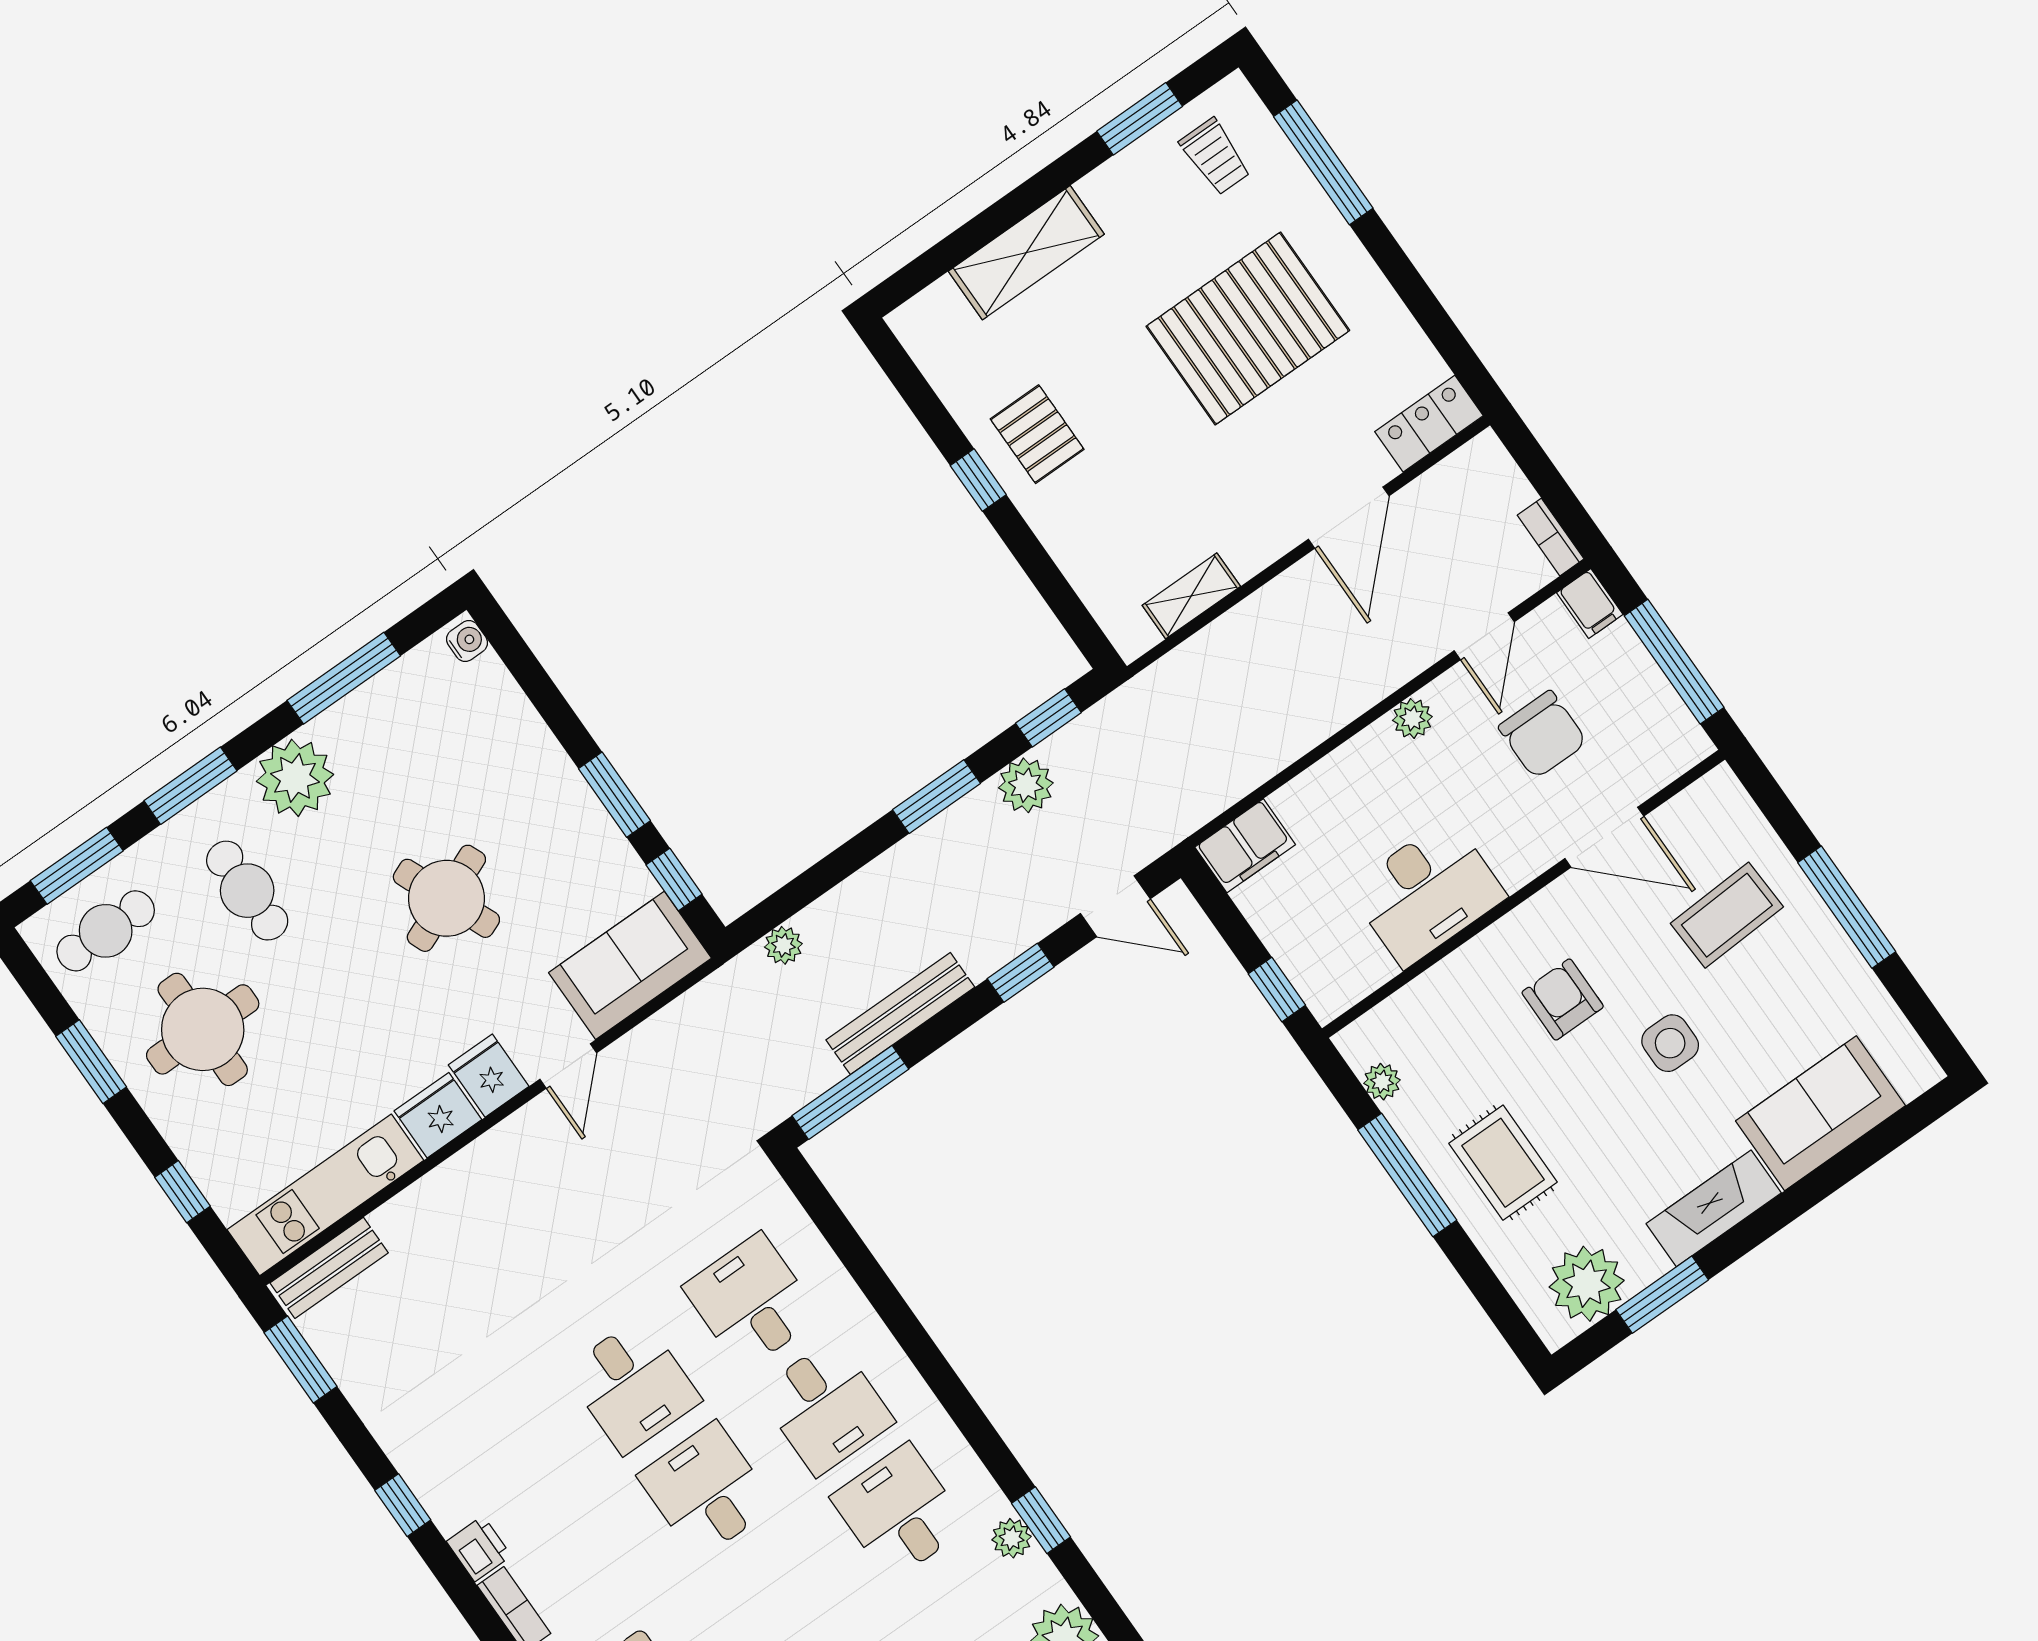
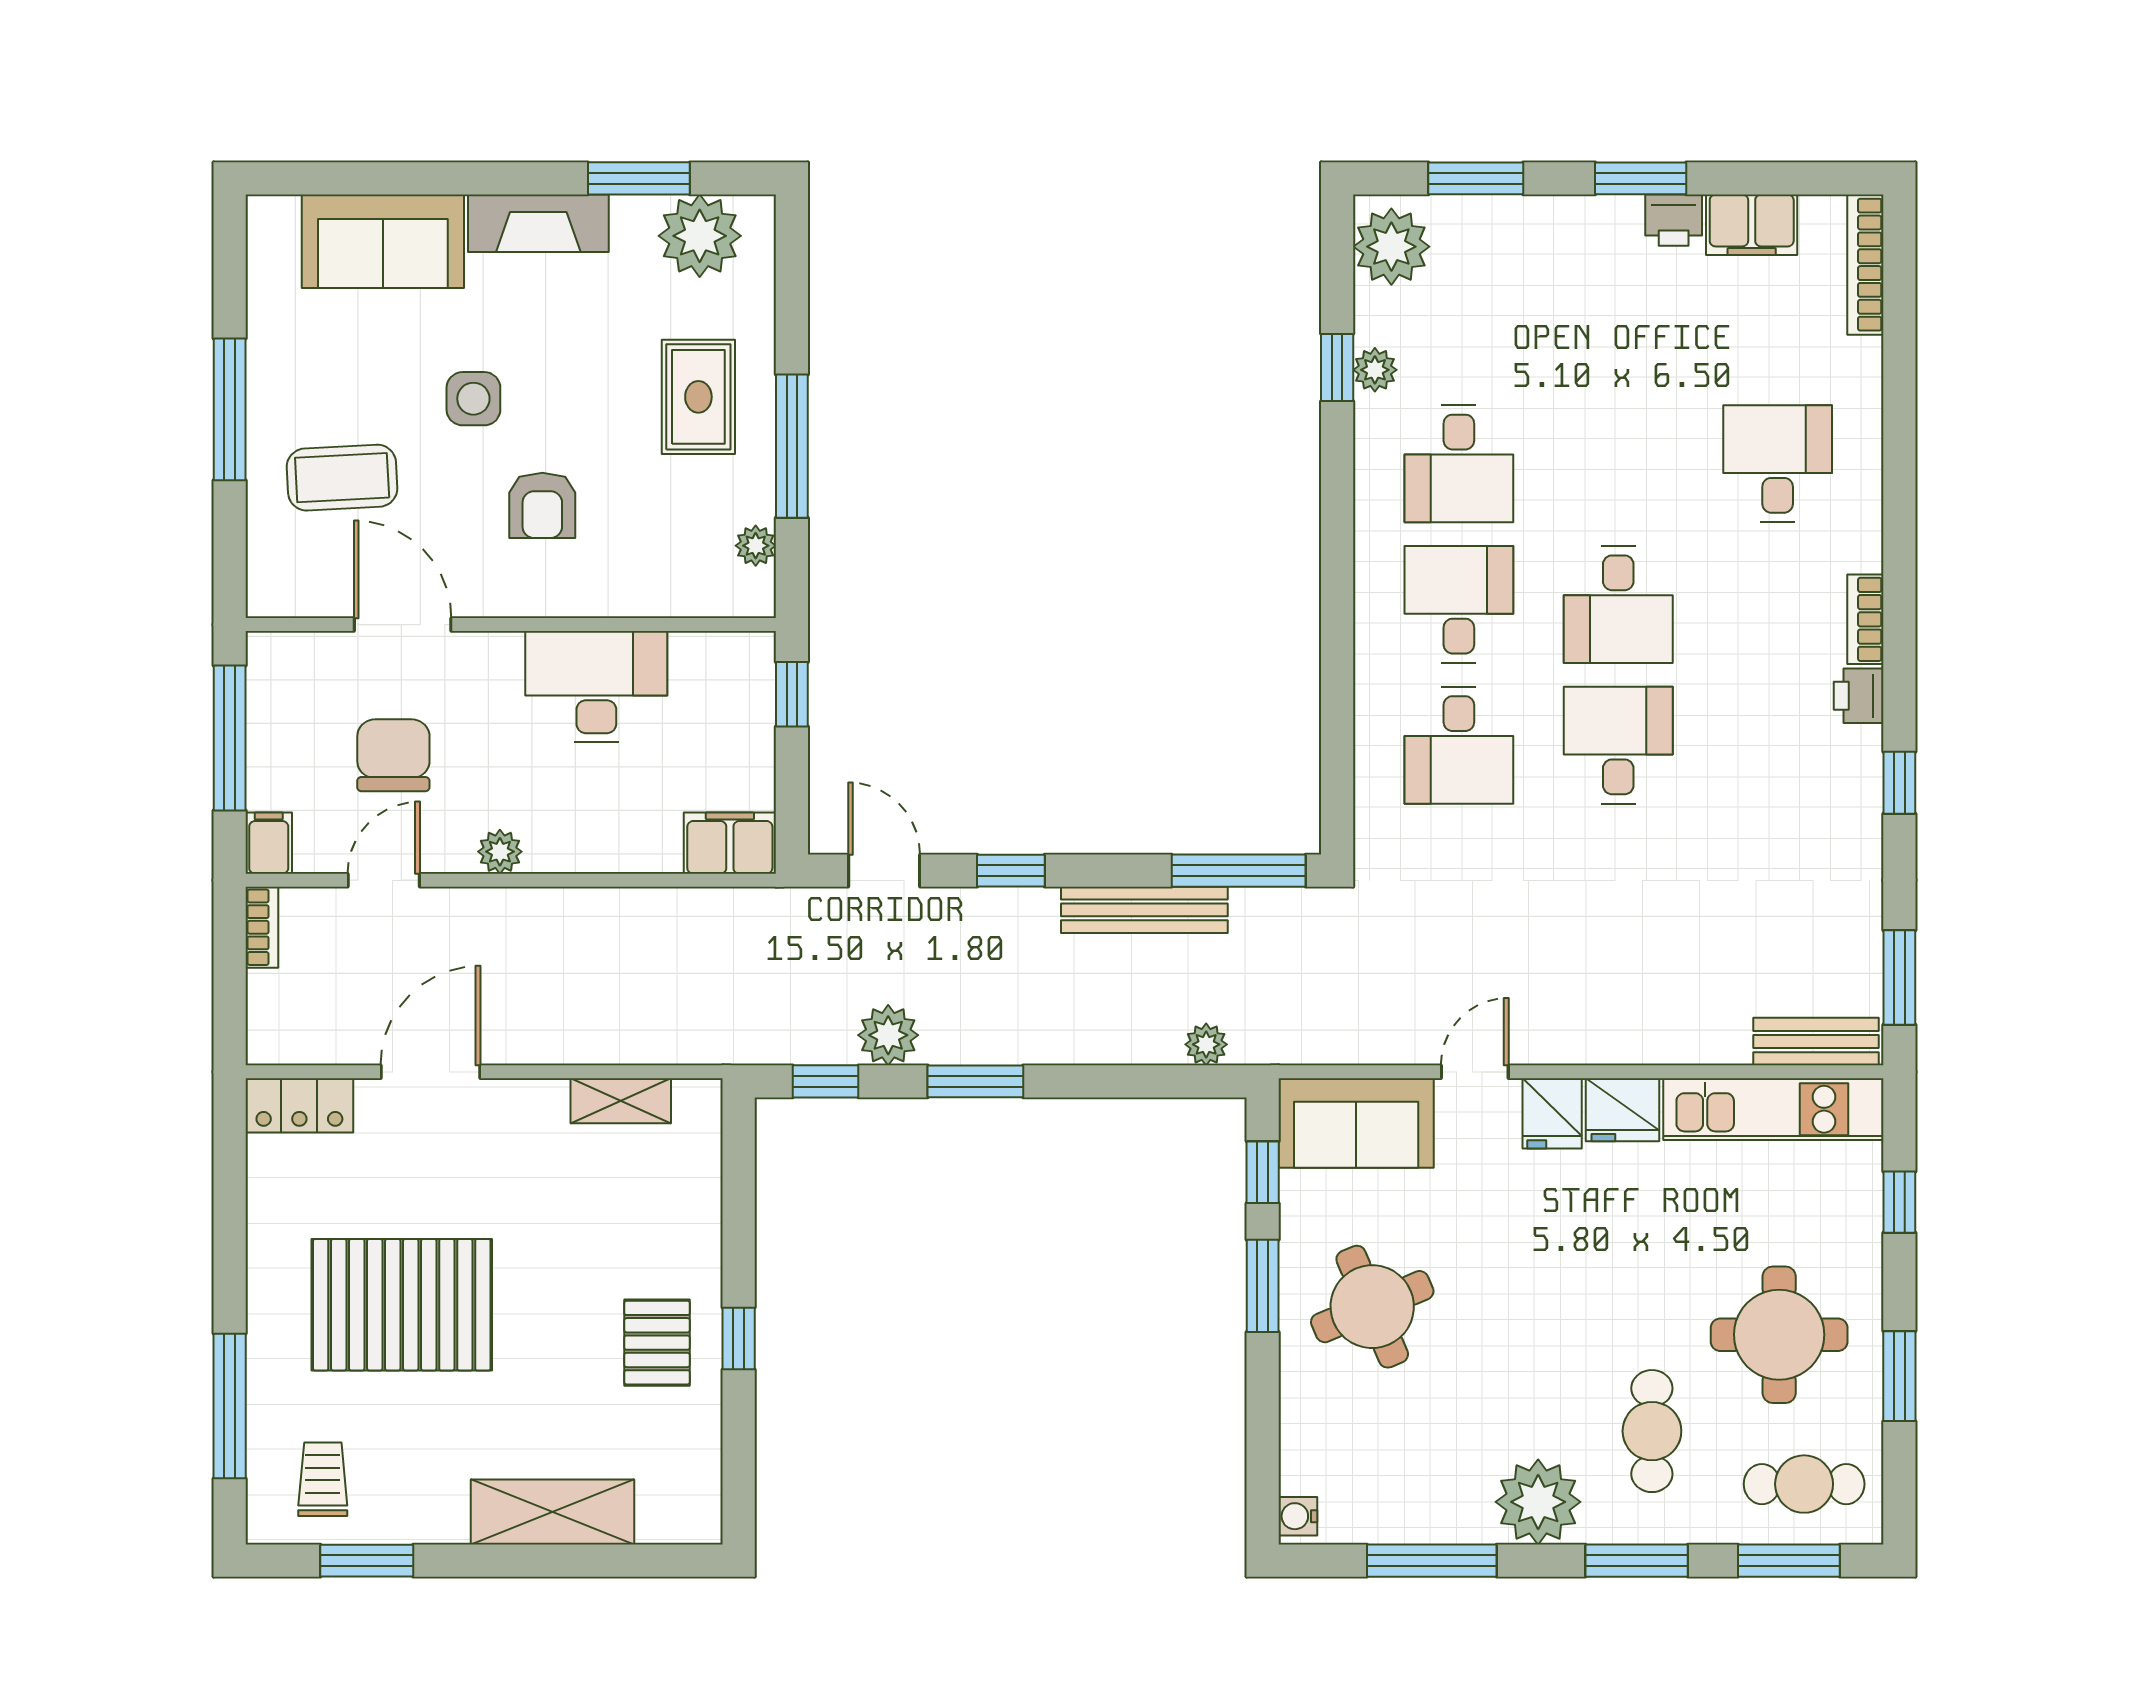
round table: (446, 898) -> (1372, 1307), moved

